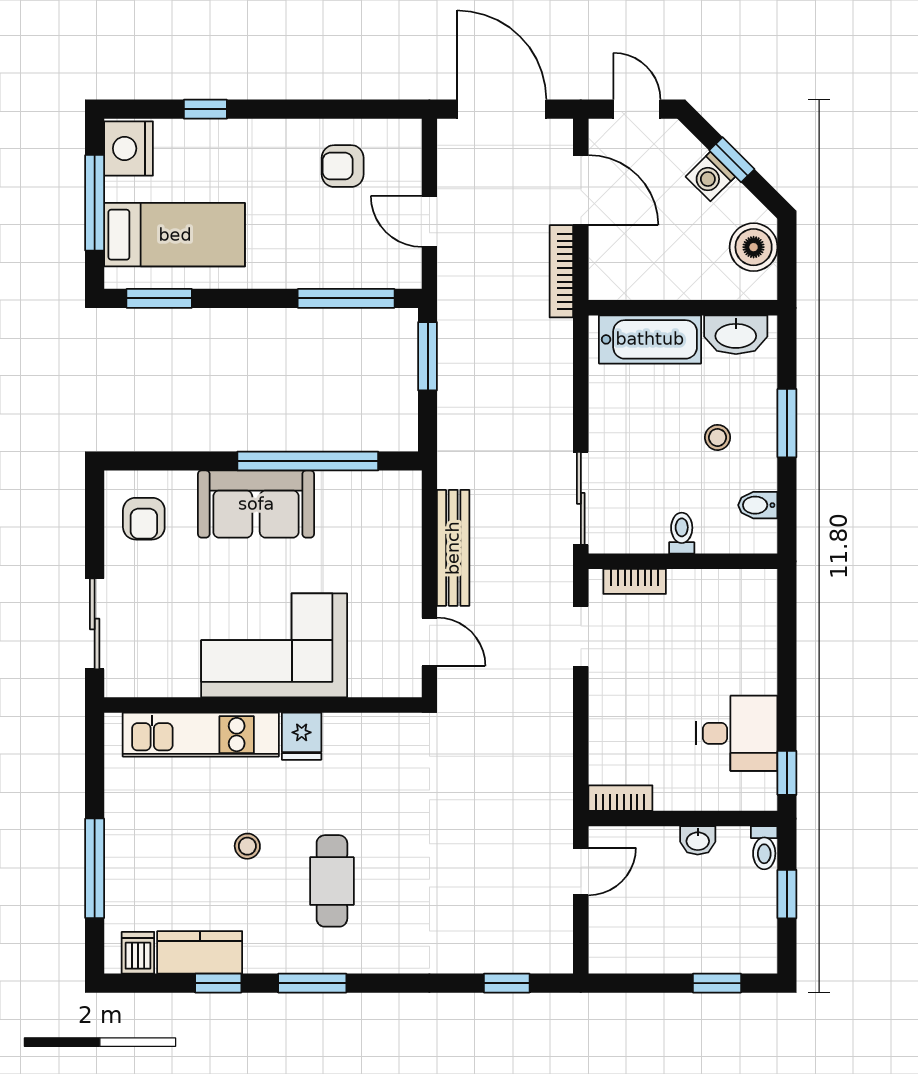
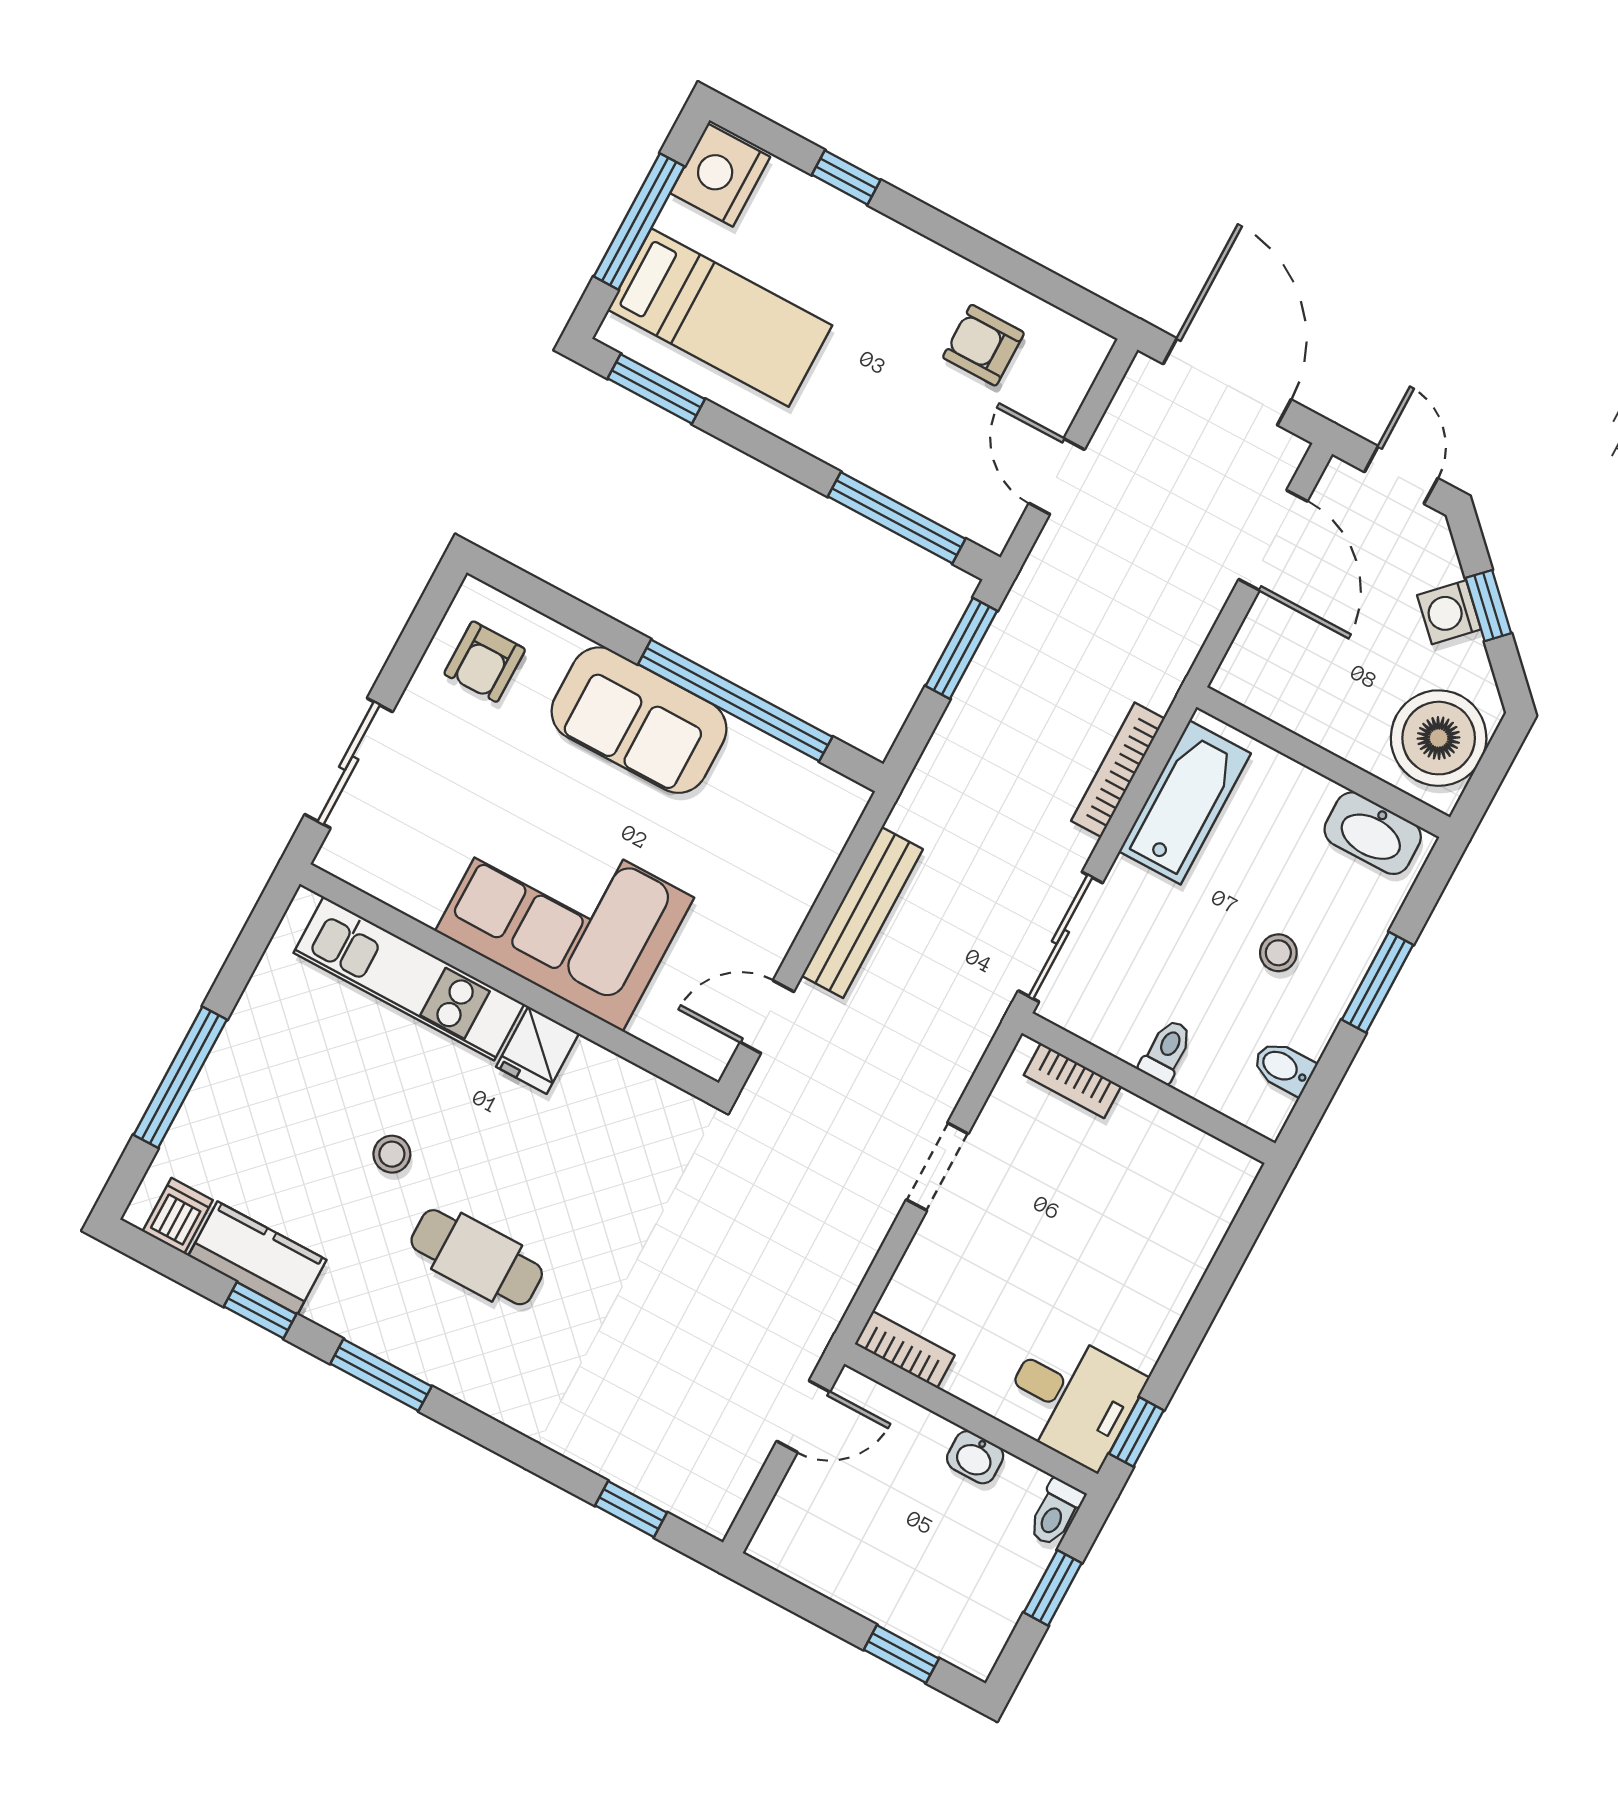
boiler: (754, 247) -> (1439, 738), width x1.37, depth x1.37
bookcase: (561, 271) -> (1118, 770), moved
bathtub: (650, 339) -> (1185, 802), moved, turned -90
doorway: (581, 637) -> (937, 1167), moved
door: (429, 642) -> (767, 1017), swing flipped
desk: (737, 733) -> (1072, 1398), moved
cafe table: (332, 881) -> (477, 1257), turned 90

